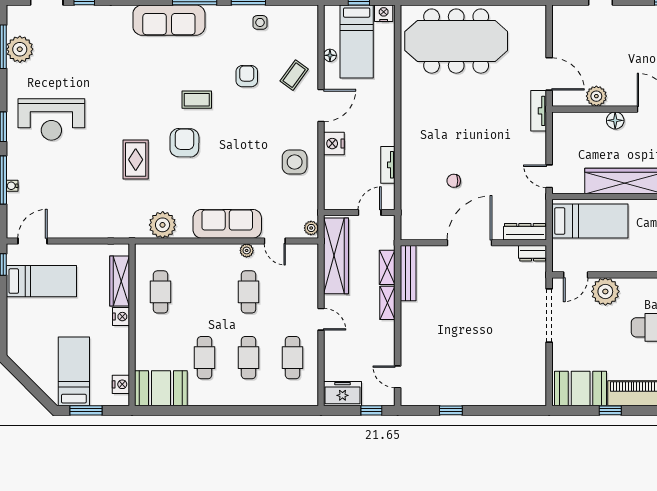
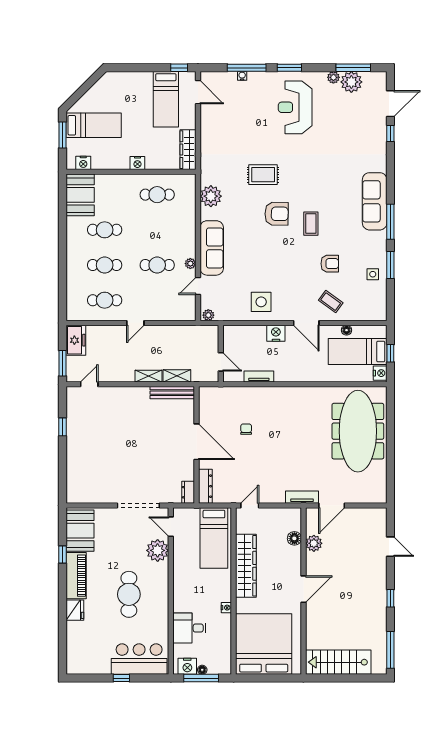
plant: (14, 72) -> (333, 77), added
floor lamp: (615, 120) -> (294, 538), moved
wardrobe: (336, 256) -> (186, 335), removed
wardrobe: (120, 281) -> (188, 150), moved, turned -90
window: (371, 410) -> (62, 363), width x1.50

